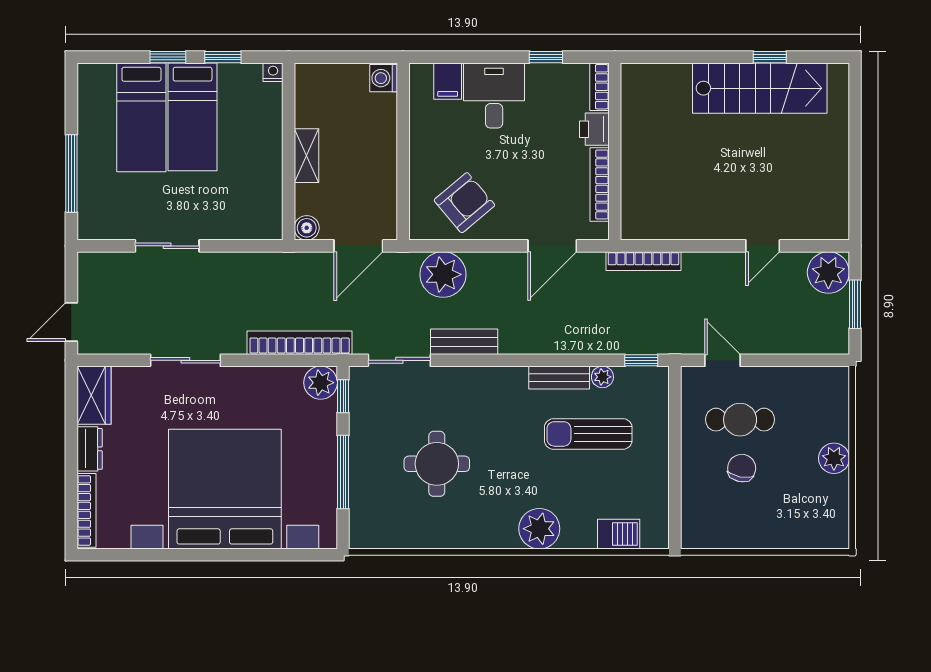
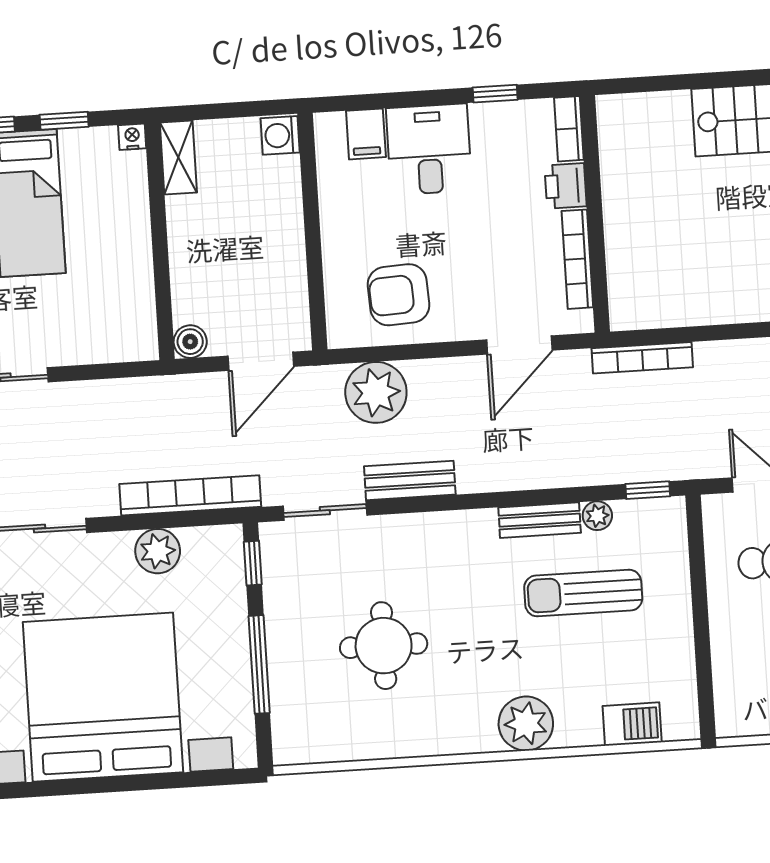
shelving: (307, 156) -> (178, 157), moved
armchair: (464, 203) -> (399, 295), turned -143
plant: (321, 383) -> (158, 551), moved

